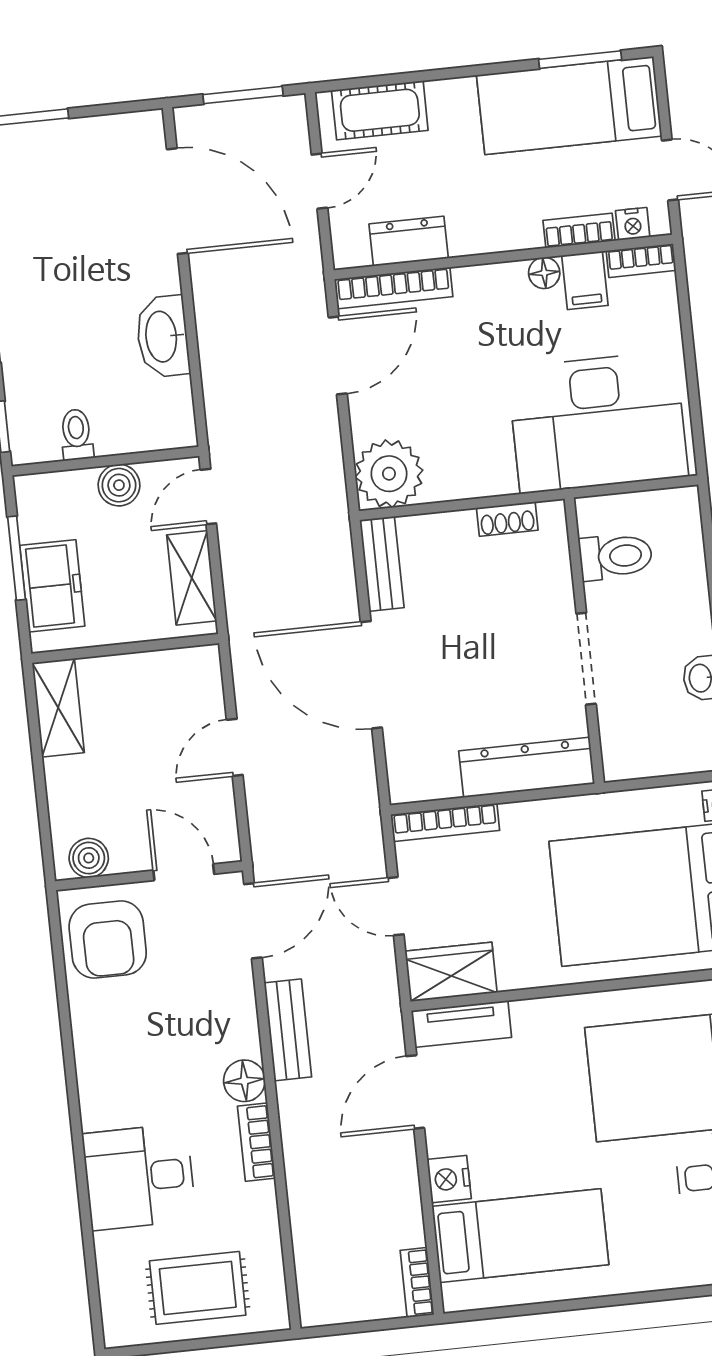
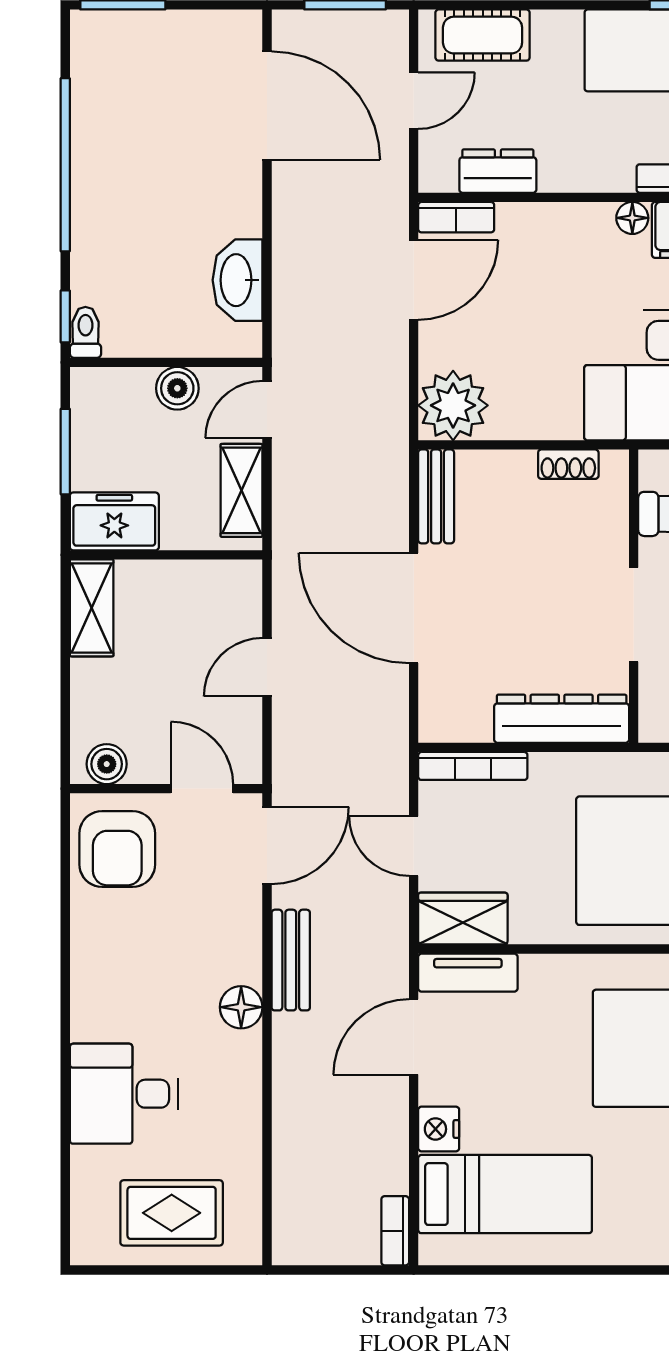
bookcase: (394, 288) -> (456, 217), width x0.64
washbasin: (163, 337) -> (238, 280), moved
toilet: (77, 435) -> (85, 332), moved
freezer: (52, 586) -> (114, 521), moved, turned -90
bookcase: (256, 1142) -> (247, 1071), removed

